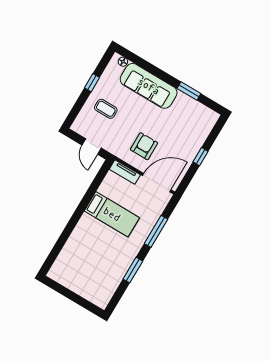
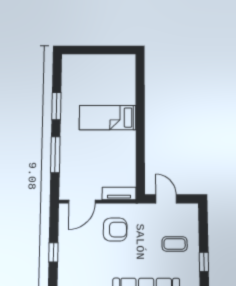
armchair: (144, 146) -> (115, 230), turned -90
door: (157, 183) -> (82, 202), width x0.73
bed: (112, 214) -> (108, 118), moved

